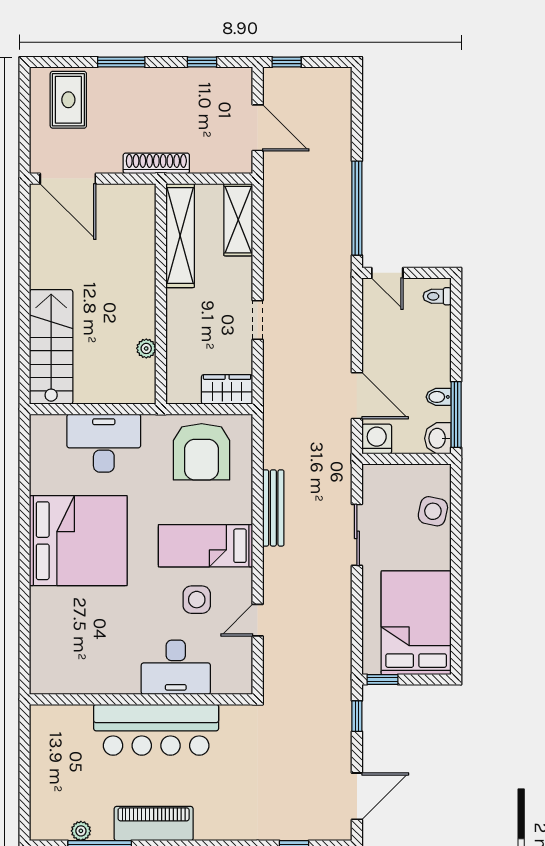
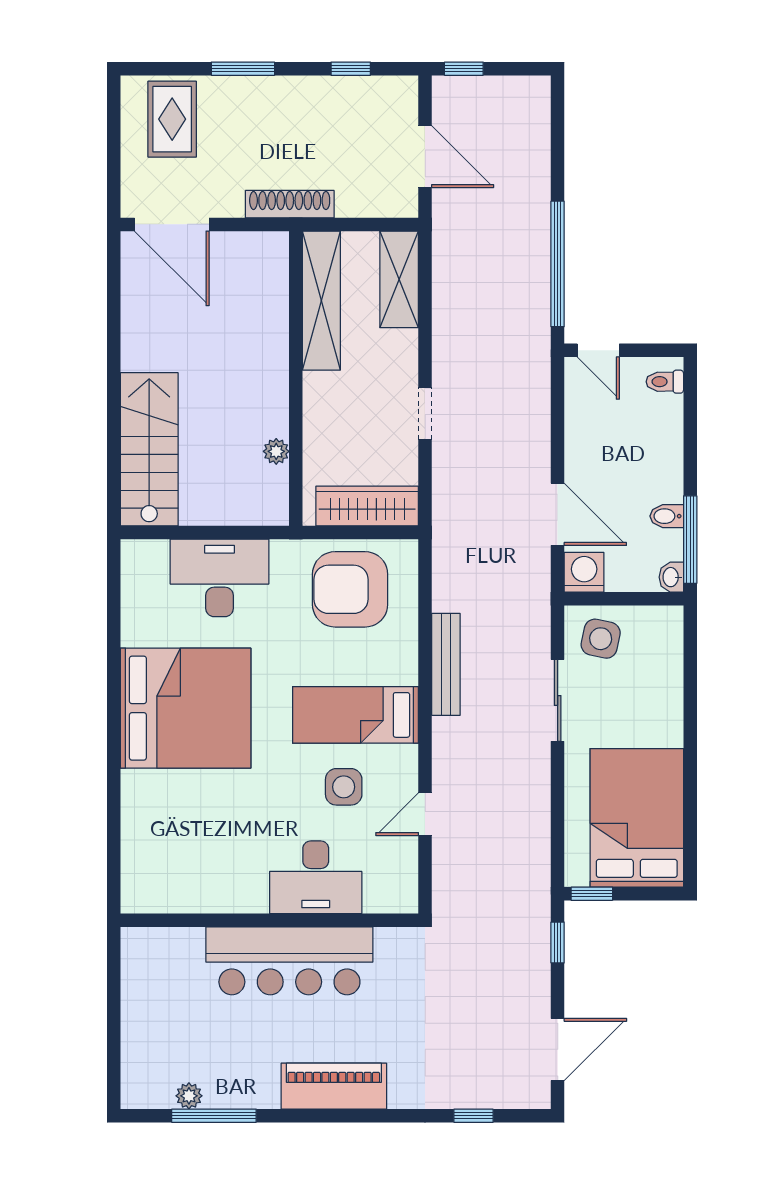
wardrobe: (227, 389) -> (367, 506), width x1.50
washbasin: (438, 438) -> (671, 577), width x0.72, depth x0.69
armchair: (202, 452) -> (350, 589), turned 90
side table: (433, 511) -> (601, 639), moved
piano: (154, 824) -> (334, 1086), moved

